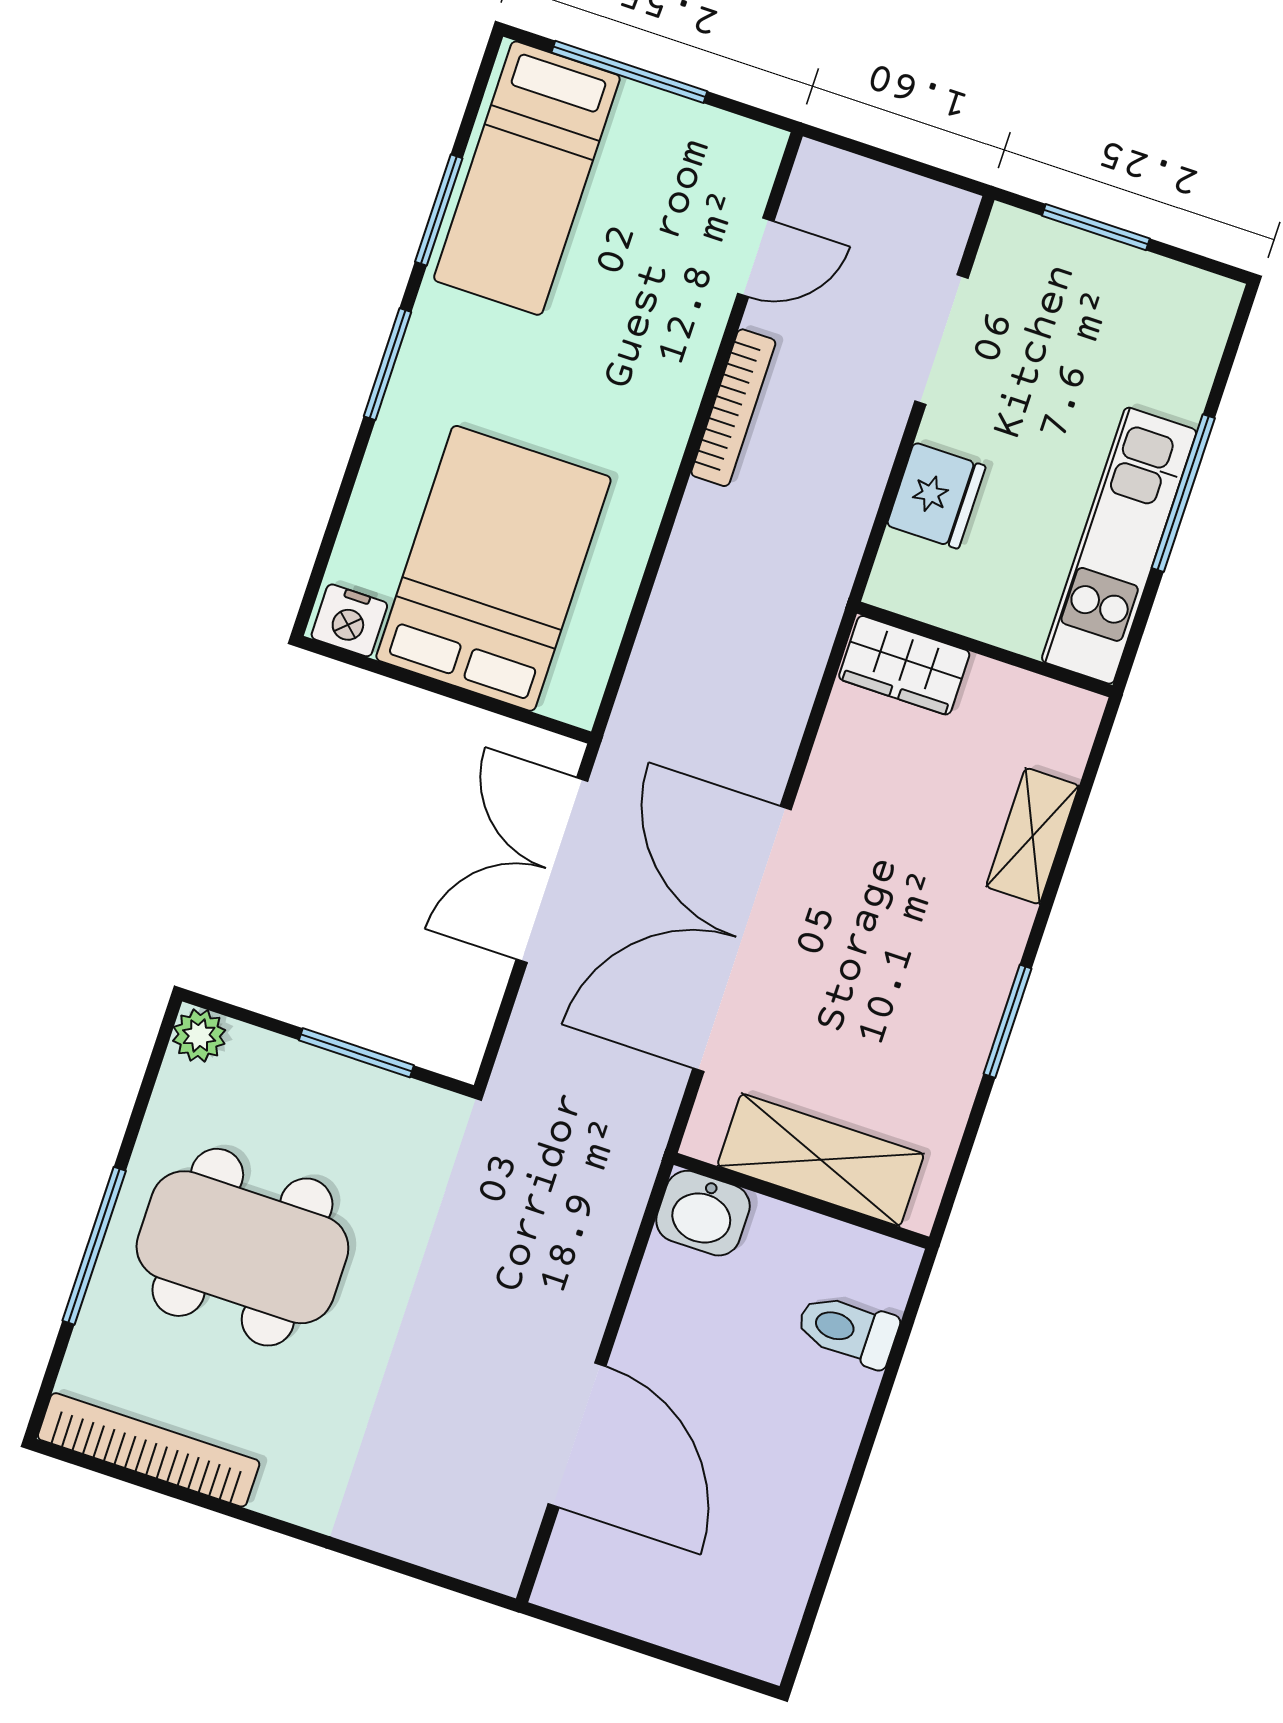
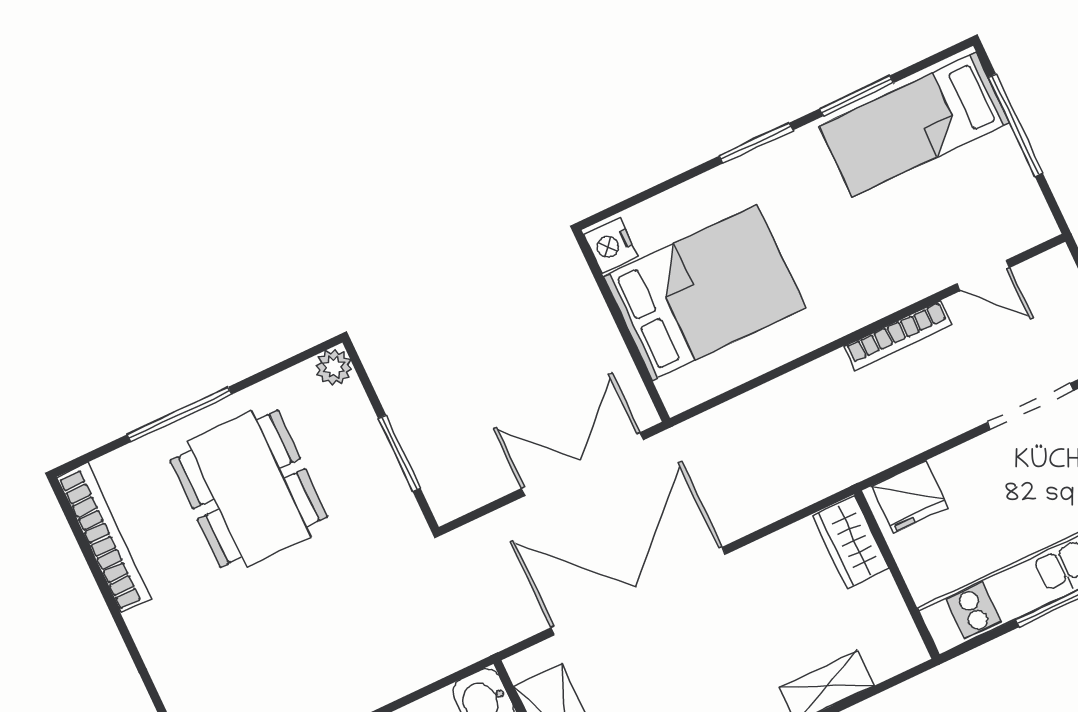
fridge: (936, 496) -> (910, 497), moved

